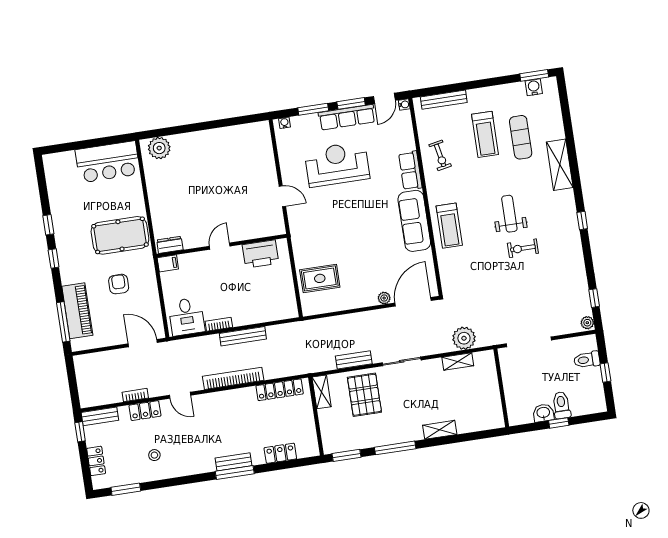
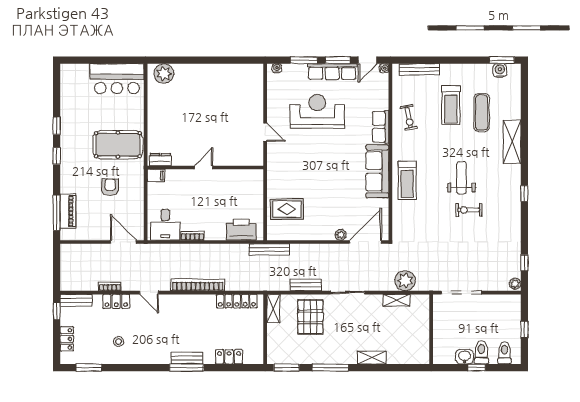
printer: (261, 254) -> (241, 230), moved, turned 180
piano: (77, 311) -> (68, 211), width x0.73, depth x0.75
bench: (243, 336) -> (269, 249), moved
toilet: (587, 360) -> (504, 353), moved, turned 90

